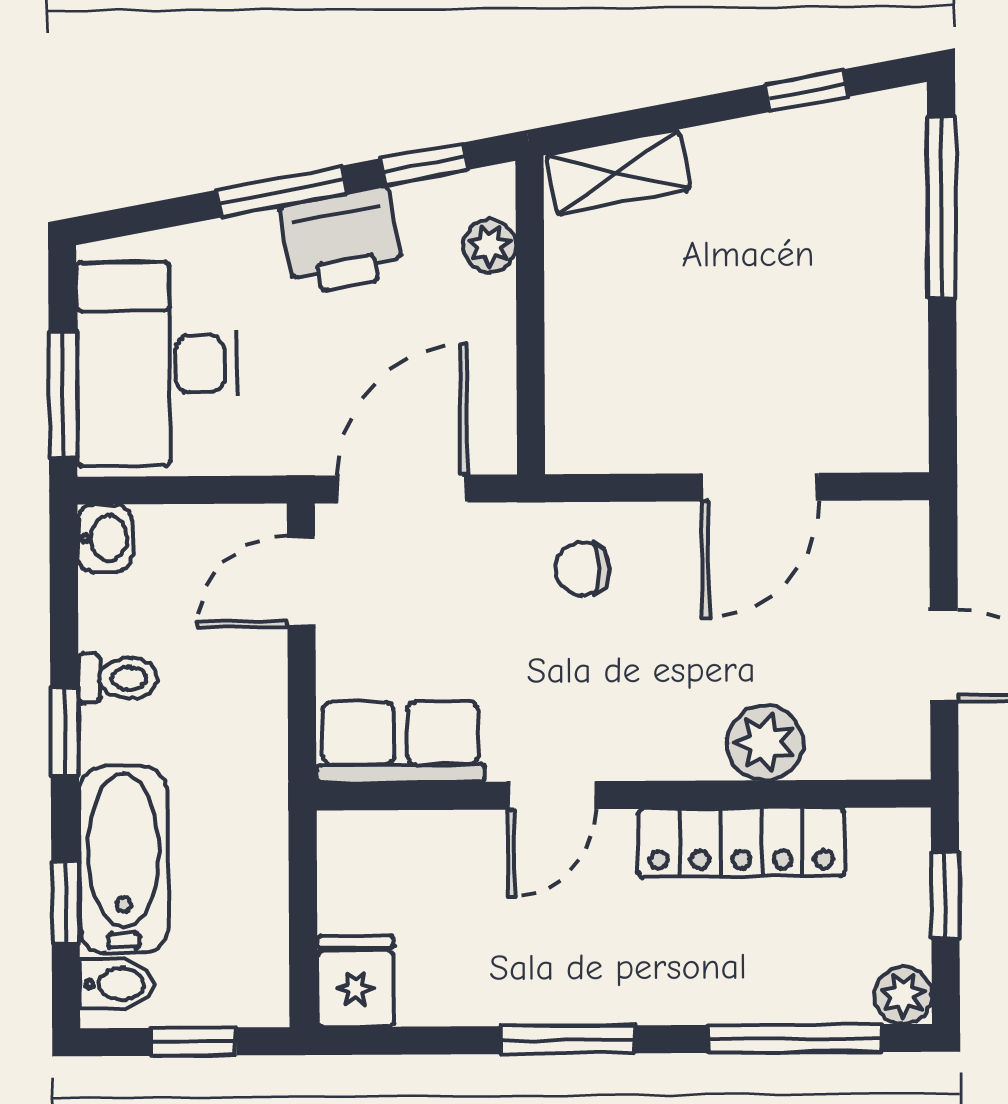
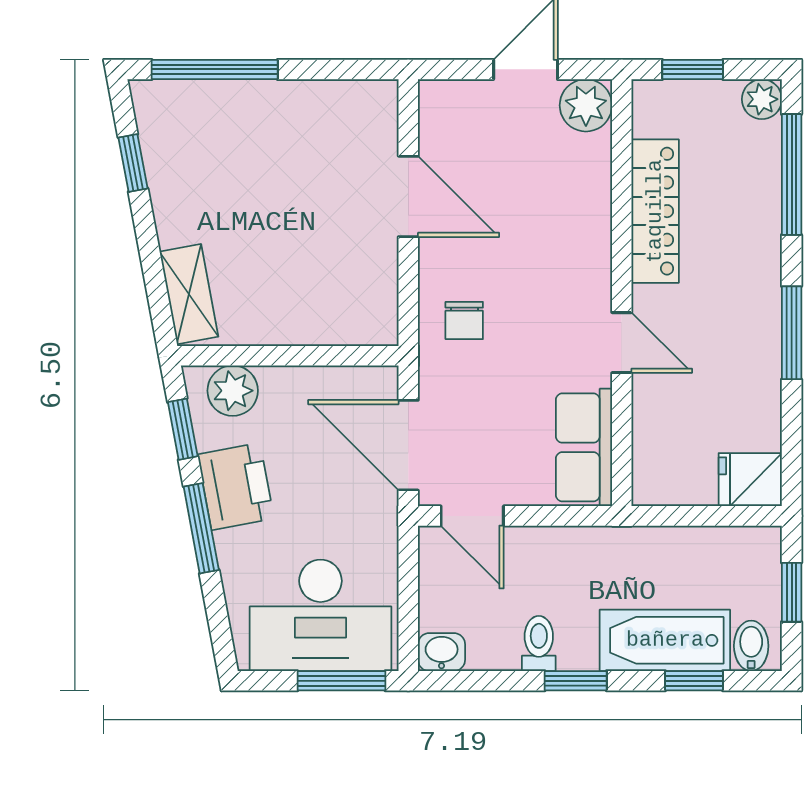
plant: (490, 246) -> (233, 391), width x1.38, depth x1.38
plant: (765, 743) -> (586, 105), moved

